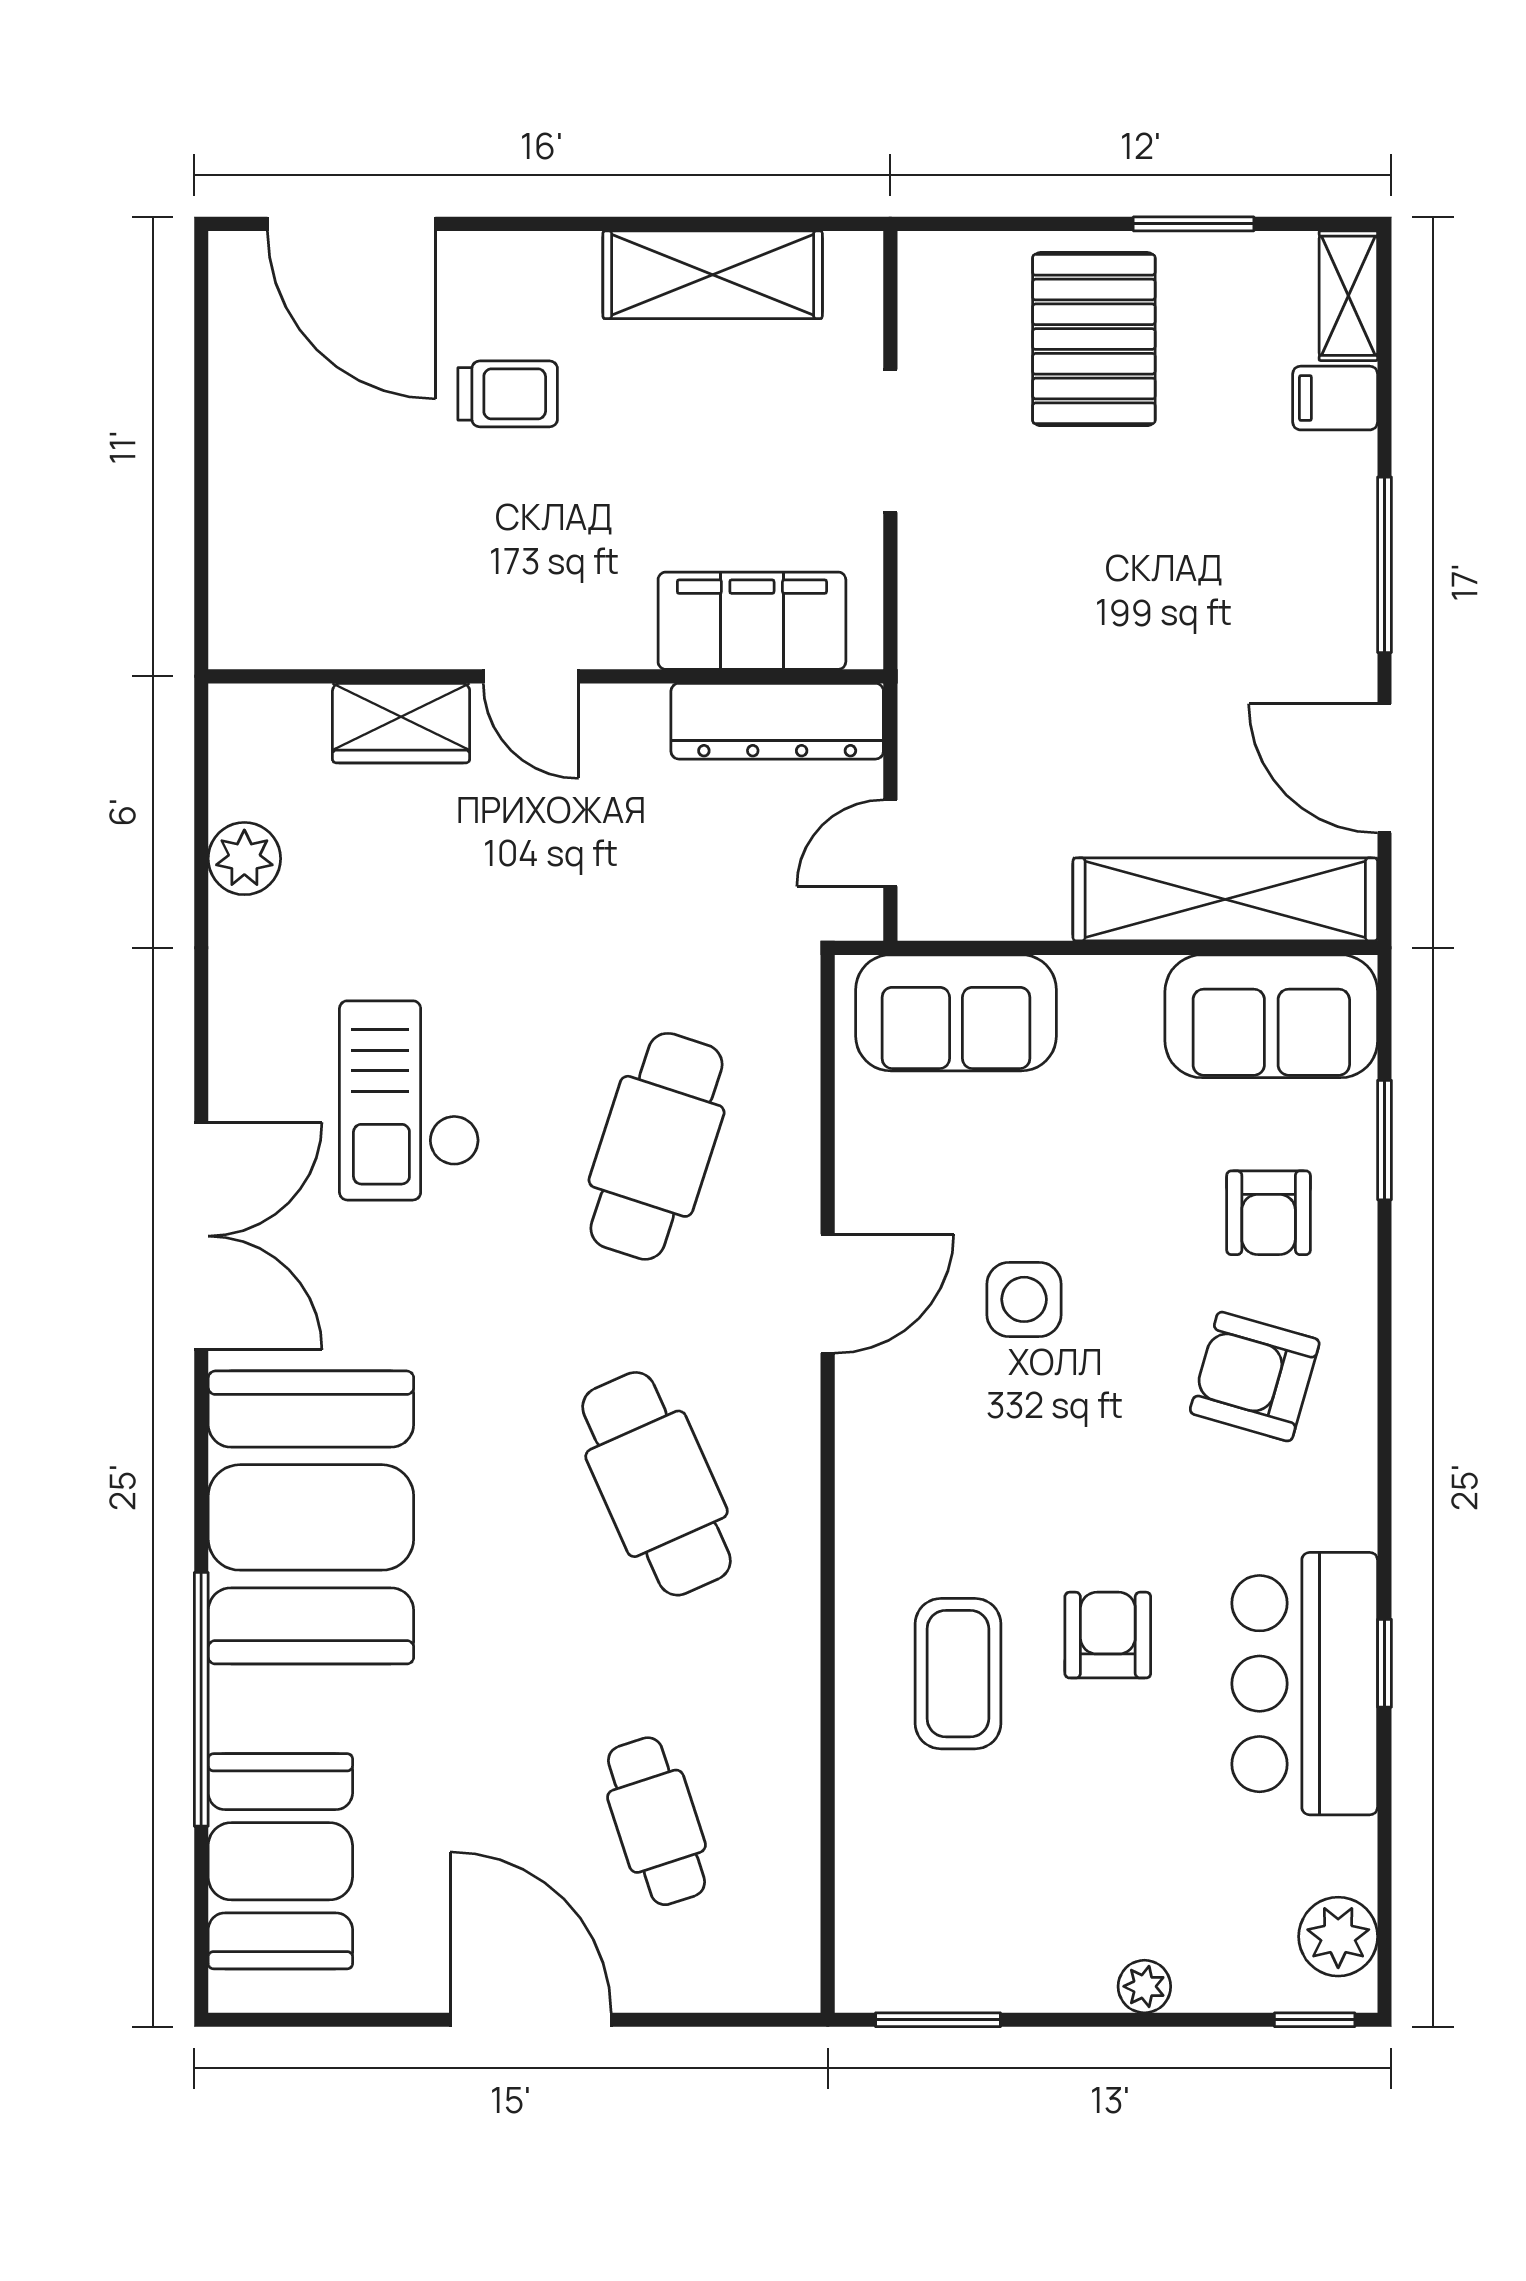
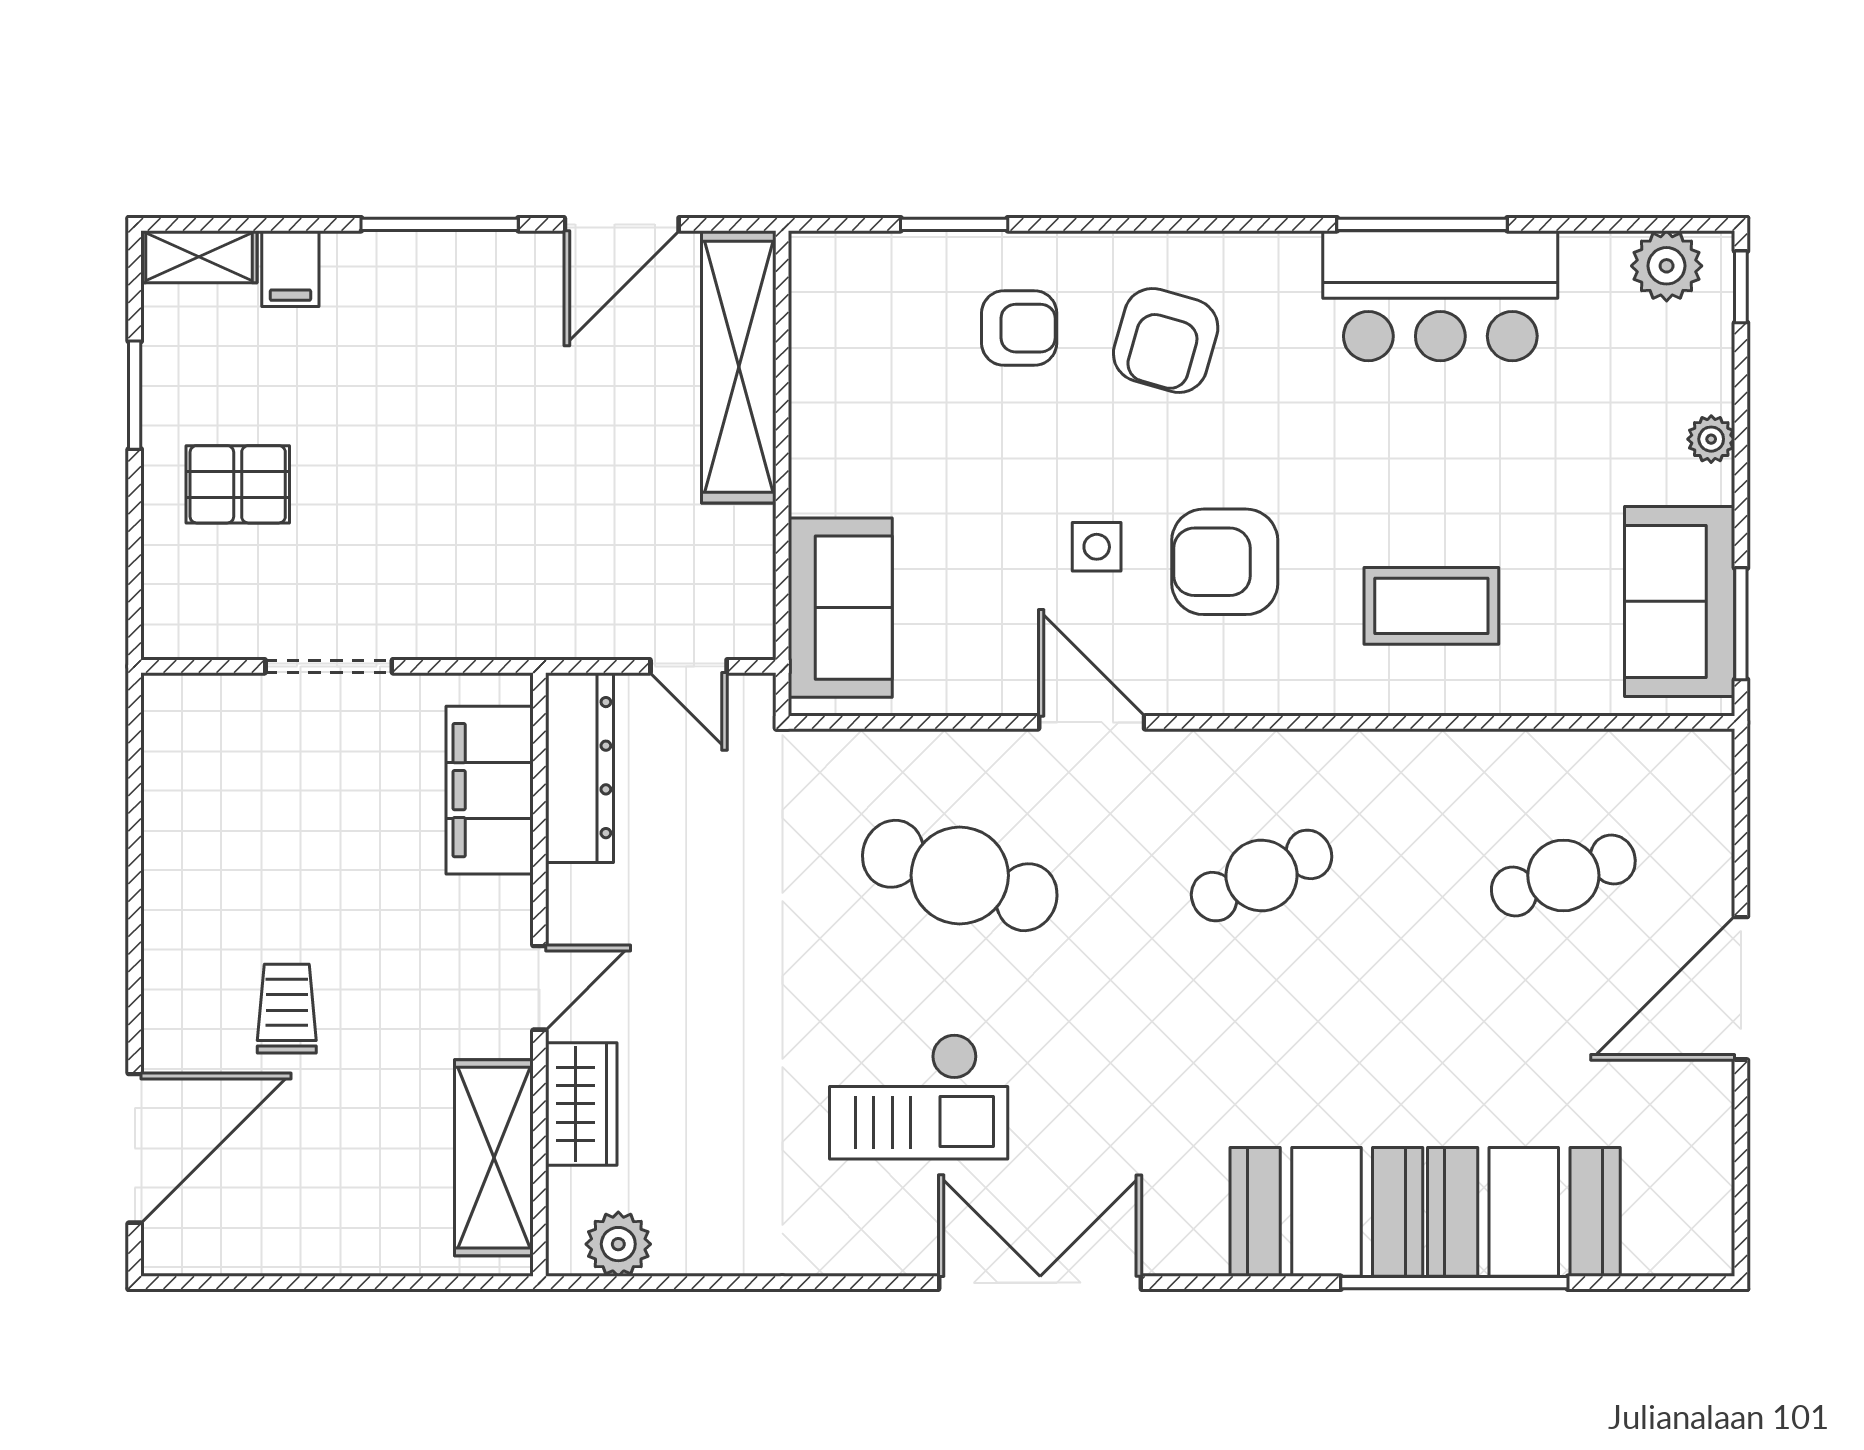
shelving: (713, 275) -> (494, 1158), moved
pallet: (1094, 339) -> (238, 484), width x0.67, depth x0.71
plant: (244, 859) -> (618, 1244), moved
sofa: (1271, 1016) -> (1680, 601), moved, turned 180
side table: (1024, 1299) -> (1097, 547), width x0.73, depth x0.73
cafe table: (657, 1484) -> (1262, 875), width x0.73, depth x0.74
booth: (311, 1517) -> (1326, 1212), width x0.73, depth x0.70
armchair: (1108, 1635) -> (1225, 562), moved, width x1.38, depth x1.38
window: (1385, 1663) -> (1422, 224), width x2.17
booth: (280, 1861) -> (1524, 1212), moved

